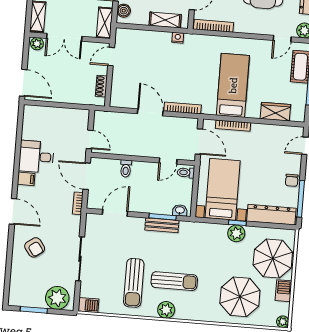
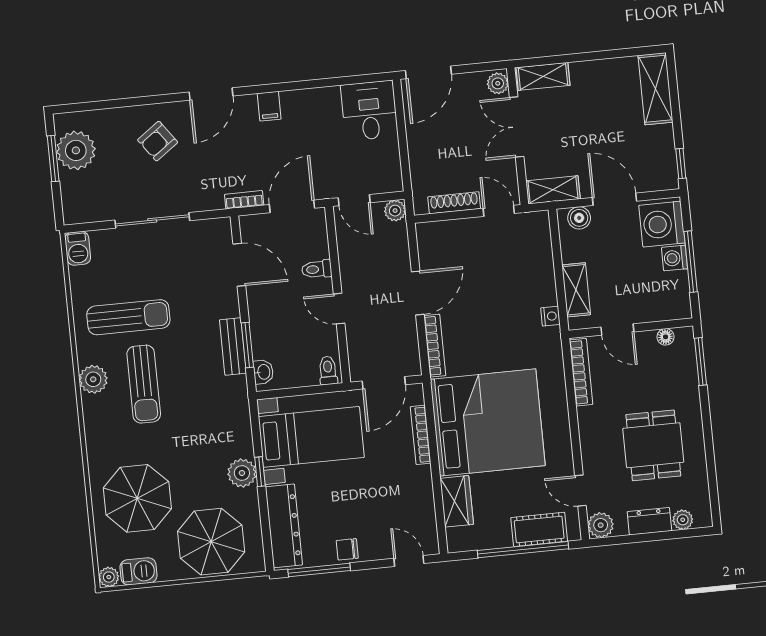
bed: (233, 85) -> (488, 422), width x2.04
shoe rack: (101, 86) -> (454, 203), width x1.43
plant: (100, 117) -> (395, 211), added
door: (90, 139) -> (354, 200), hinge flipped
desk: (36, 157) -> (369, 111), moved
door: (168, 161) -> (339, 309), moved
sun lounger: (134, 283) -> (128, 317), turned 180
barbecue: (284, 291) -> (138, 571), moved
plant: (57, 298) -> (76, 150), moved

